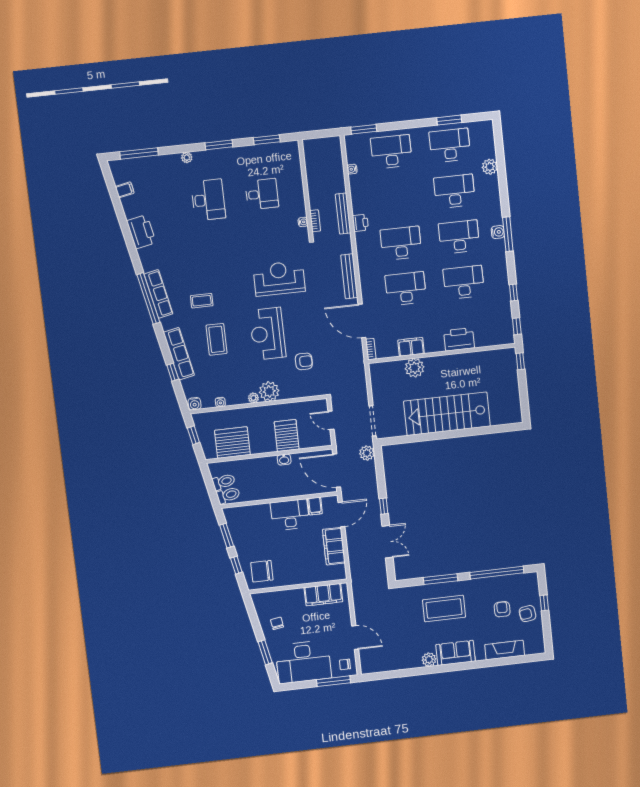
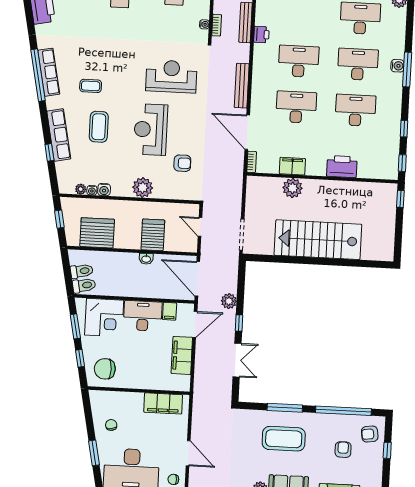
plant: (253, 398) -> (81, 189), moved
water cooler: (195, 404) -> (104, 190), moved
plant: (367, 453) -> (229, 301), moved
corner desk: (253, 523) -> (104, 318), added
armchair: (527, 614) -> (370, 434), moved

